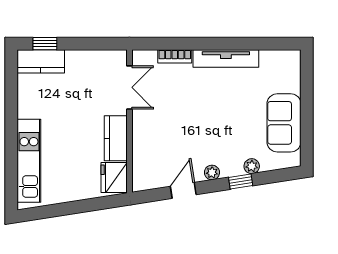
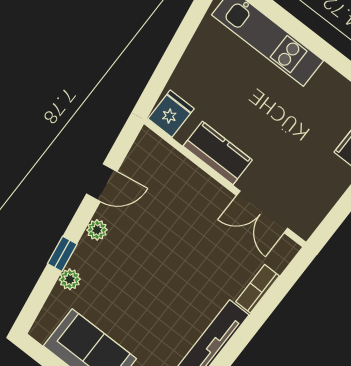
fridge: (114, 178) -> (171, 114), width x0.72
door: (183, 190) -> (102, 183), hinge flipped

